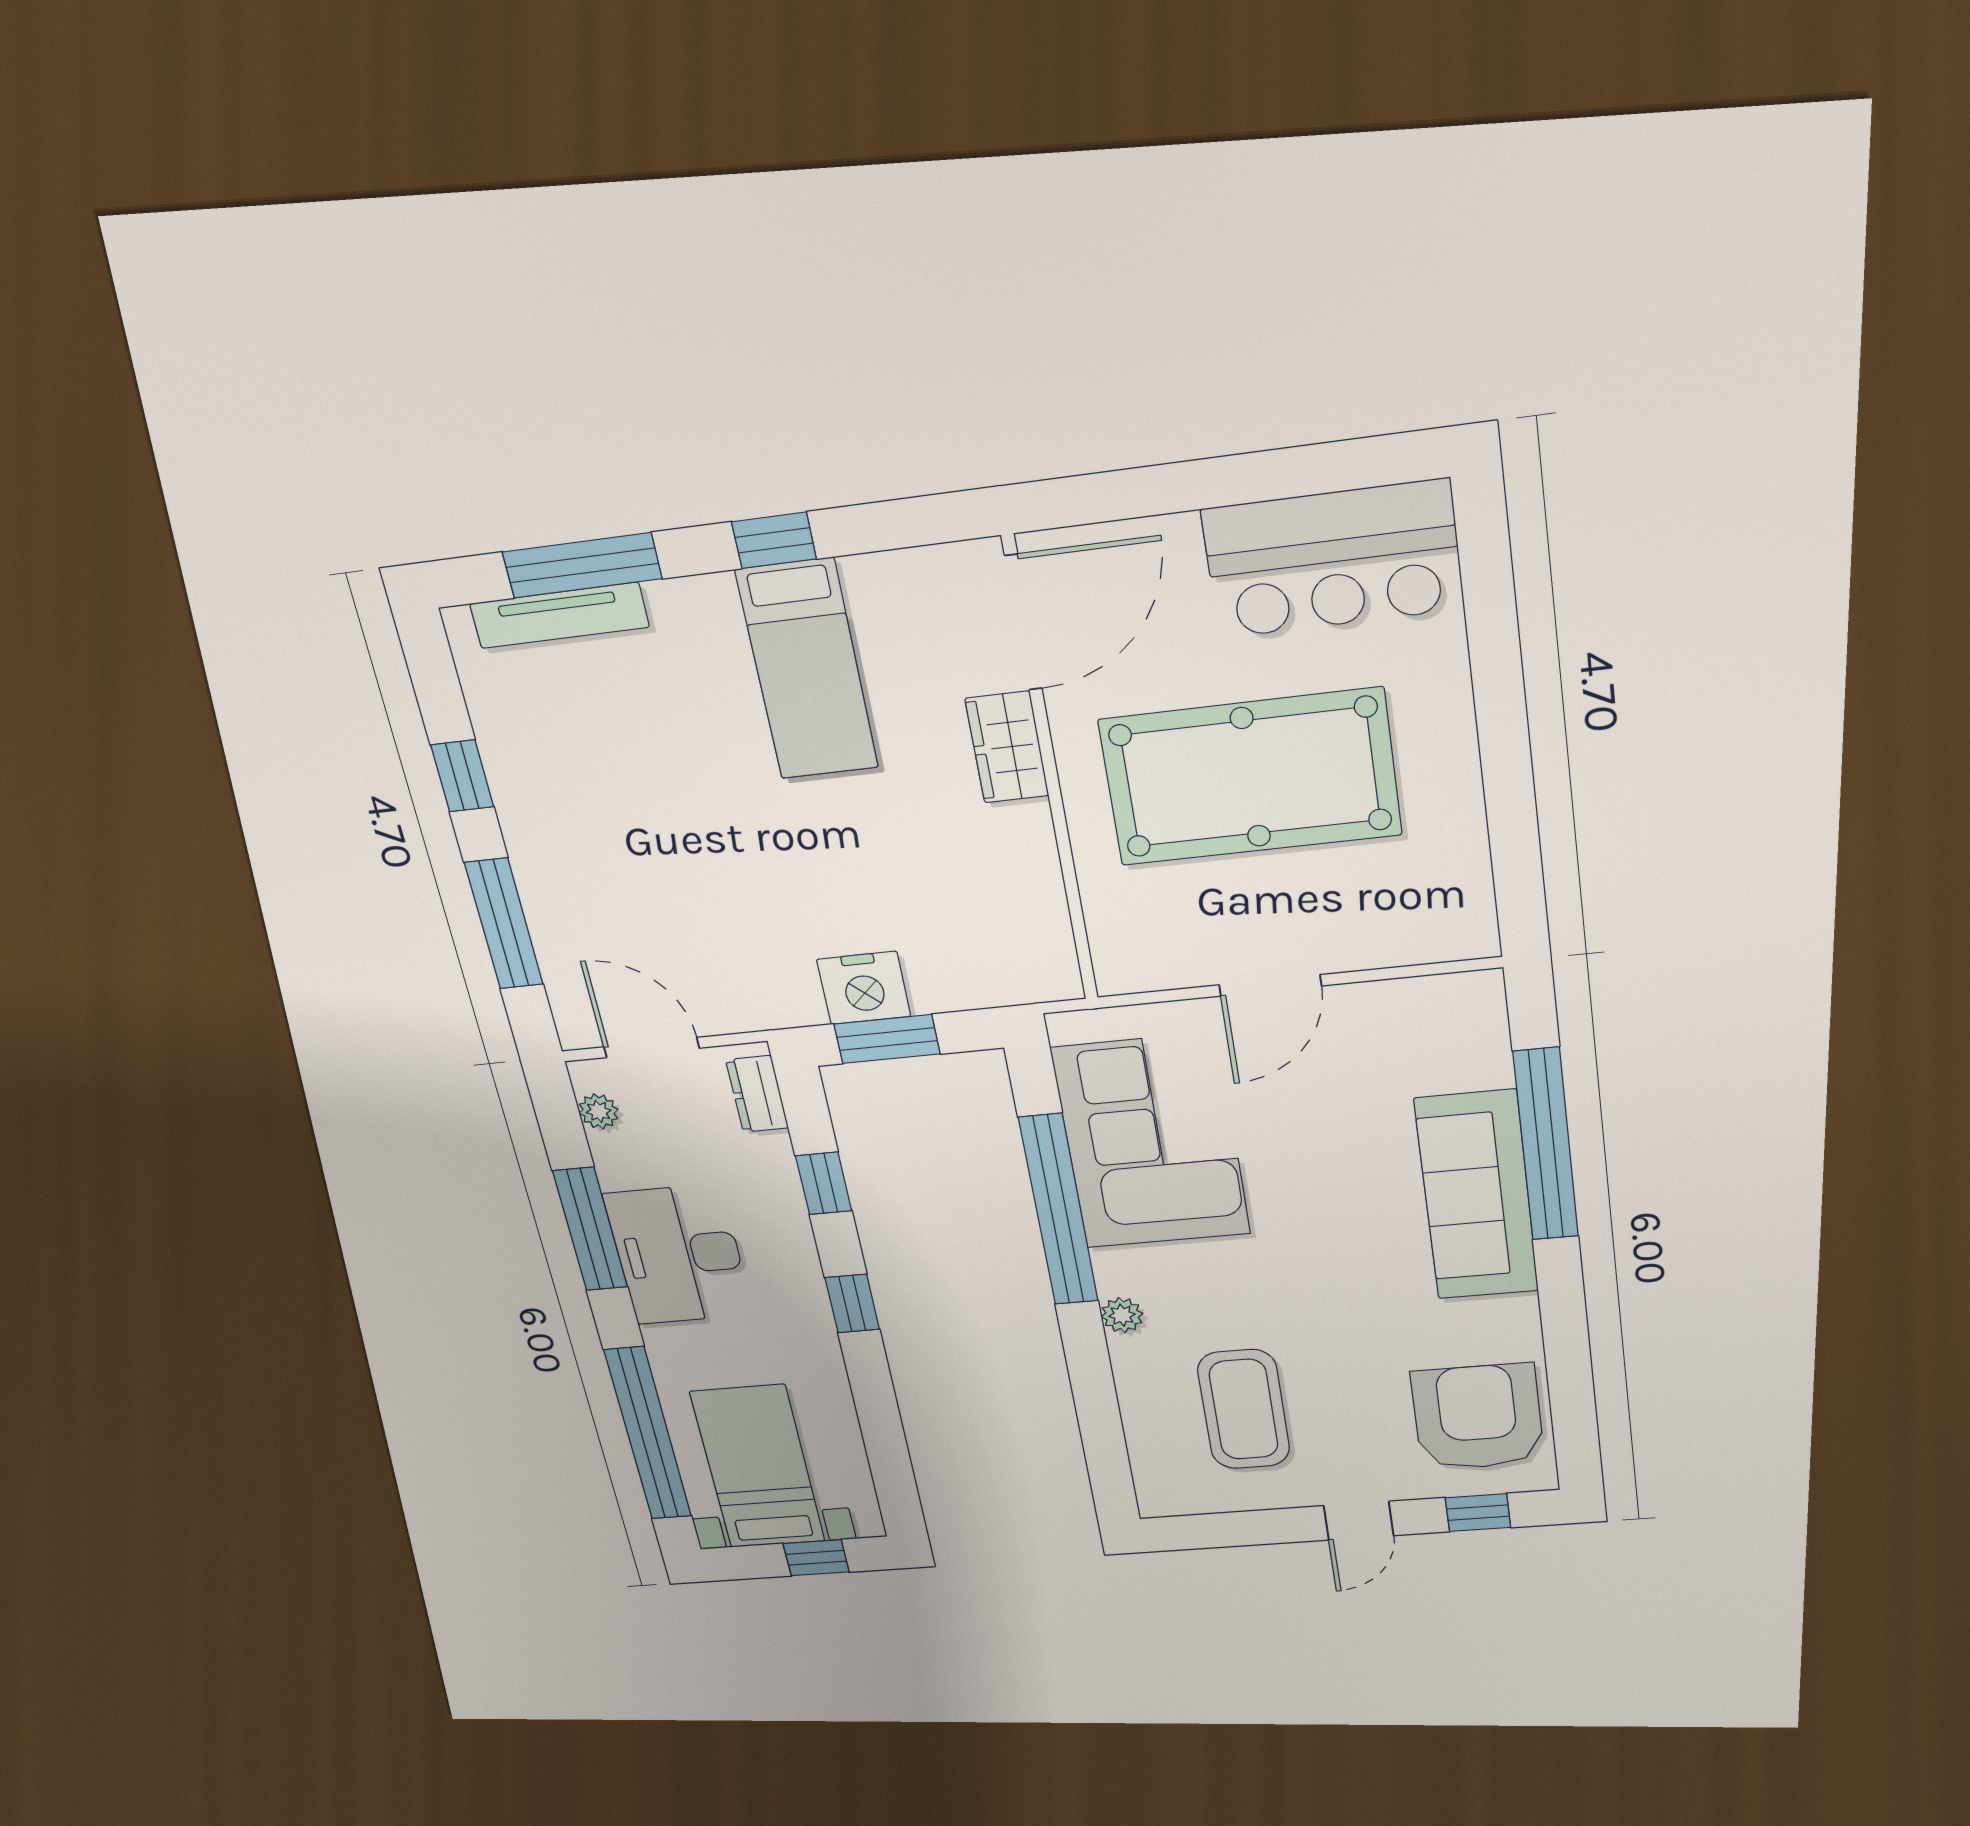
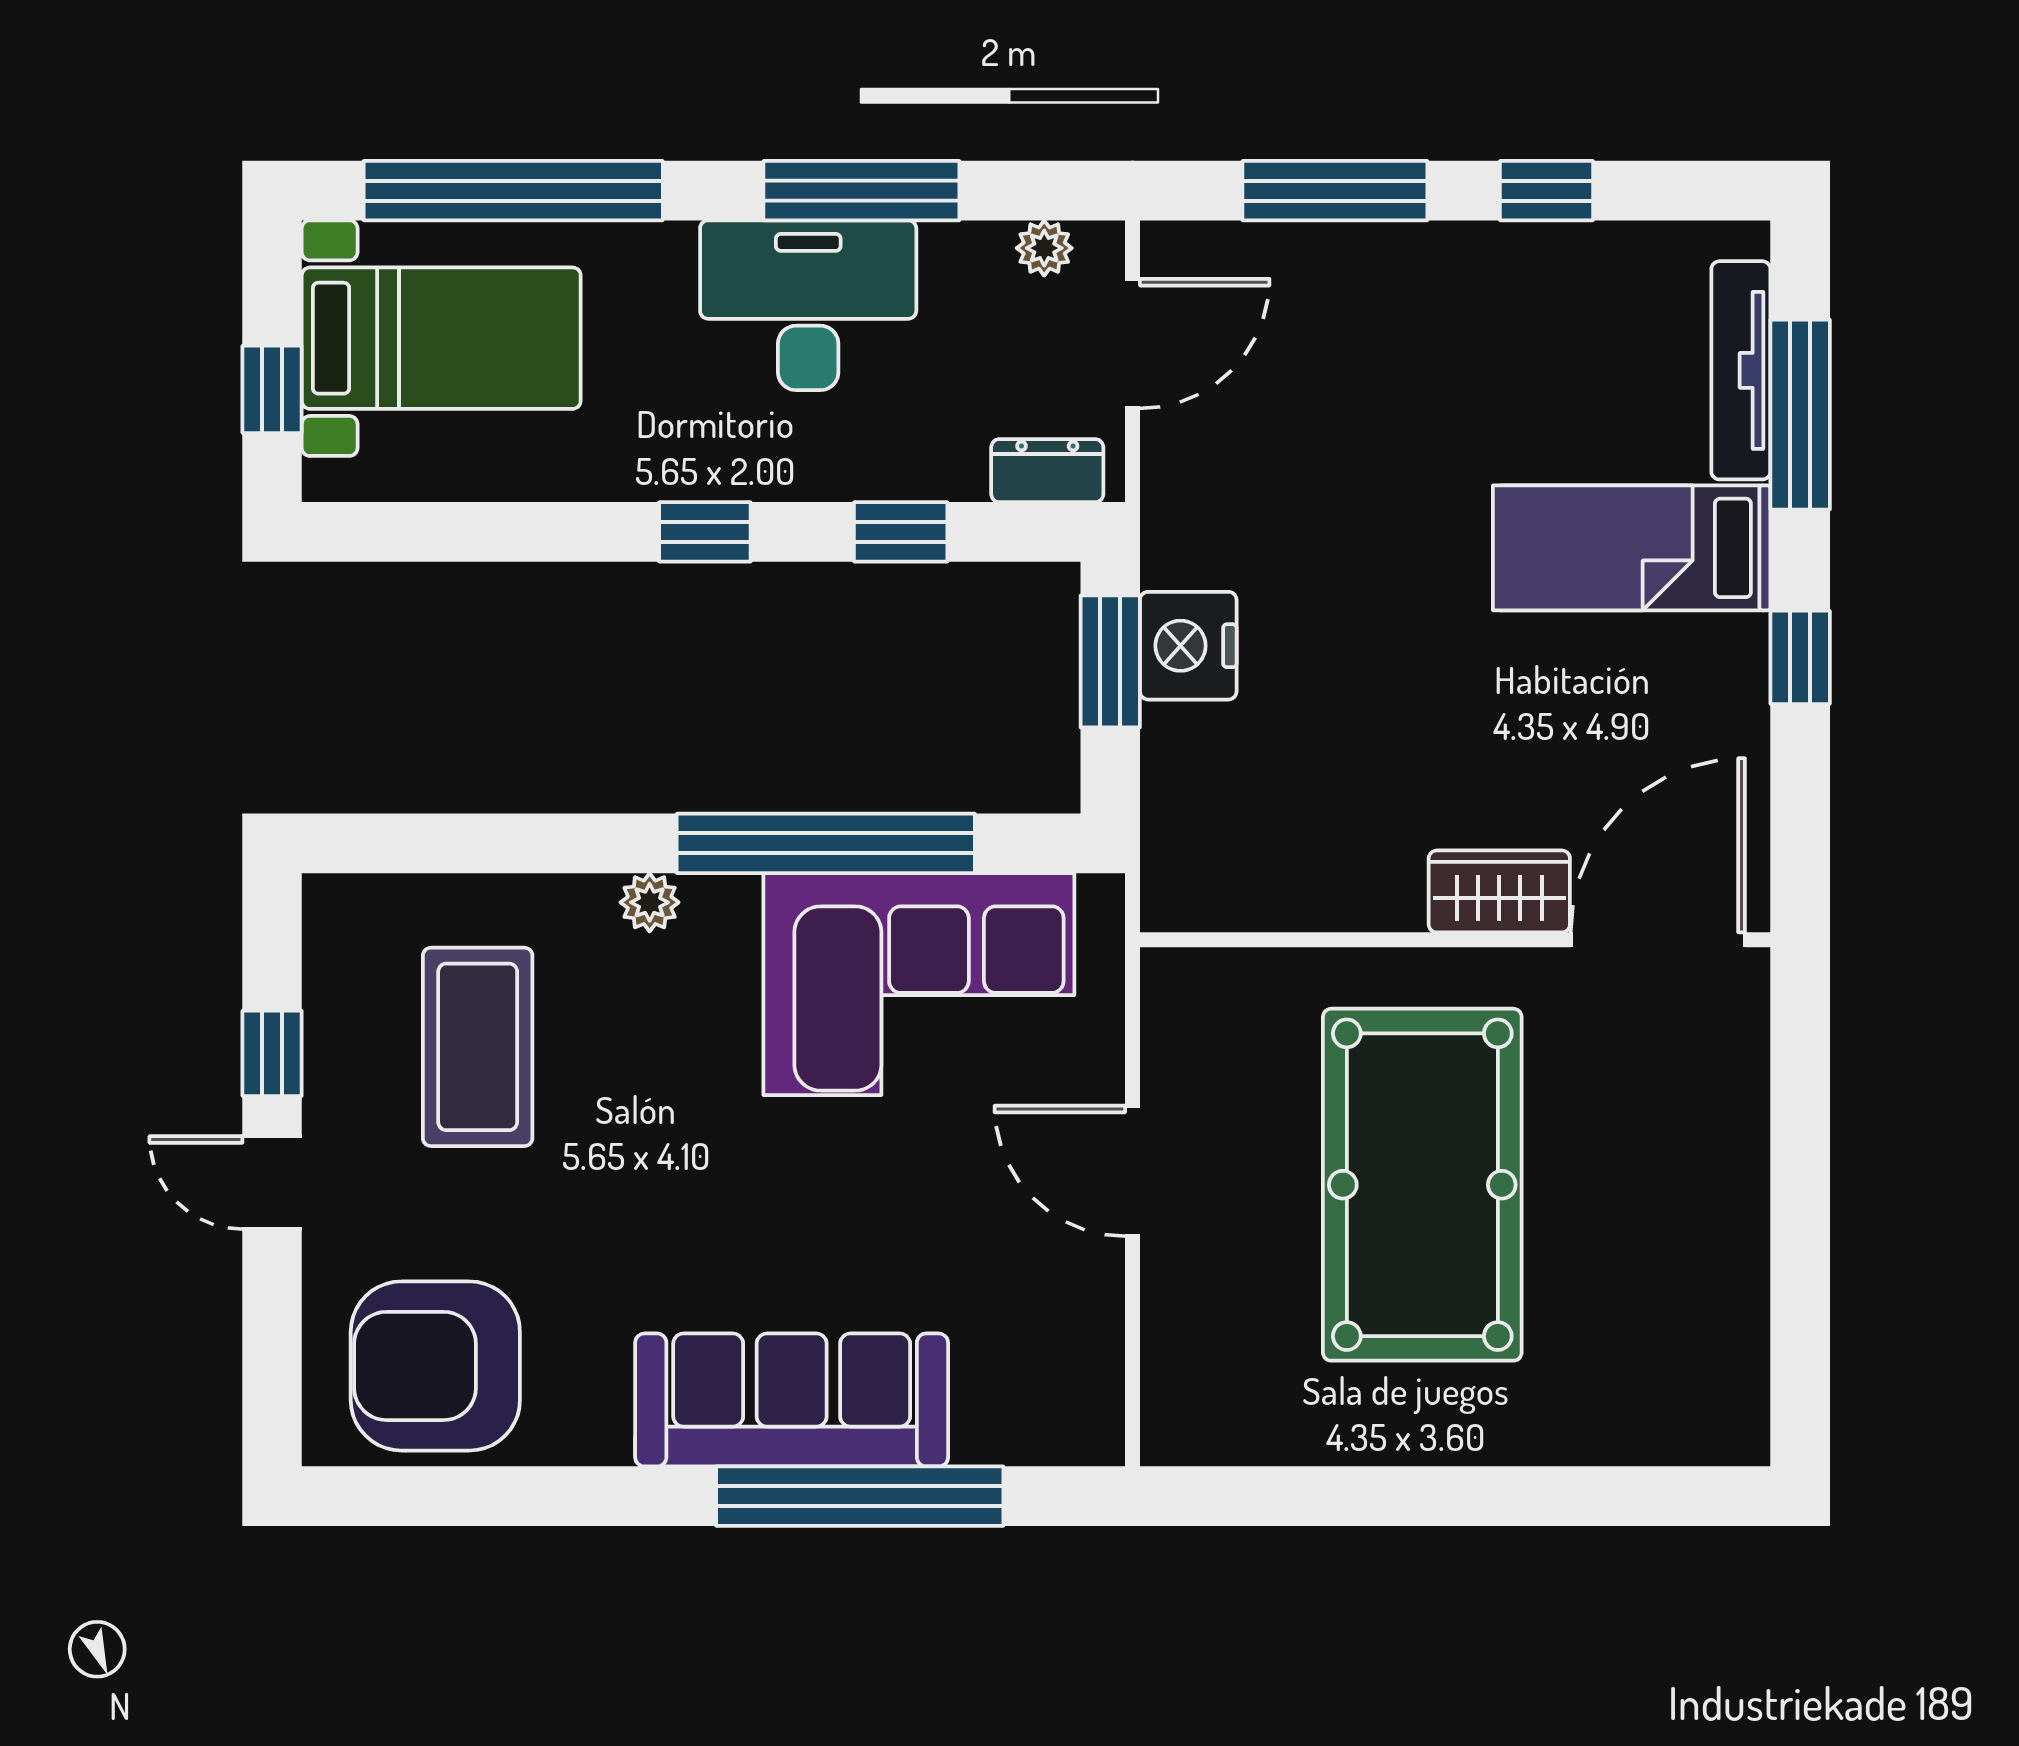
bar counter: (1333, 559) -> (1689, 1319), removed
door: (1023, 623) -> (1658, 940), swing flipped
bed: (807, 670) -> (1632, 548), moved
coffee table: (1244, 1409) -> (478, 1047), turned 90
armchair: (1478, 1417) -> (435, 1366), turned 180
window: (1478, 1513) -> (272, 1053), moved

